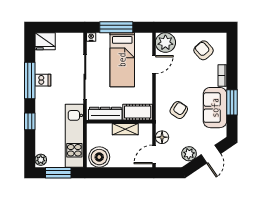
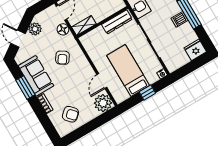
window: (116, 27) -> (147, 93), width x0.46
cot: (138, 112) -> (93, 38), removed
shelving: (125, 129) -> (84, 25), moved

